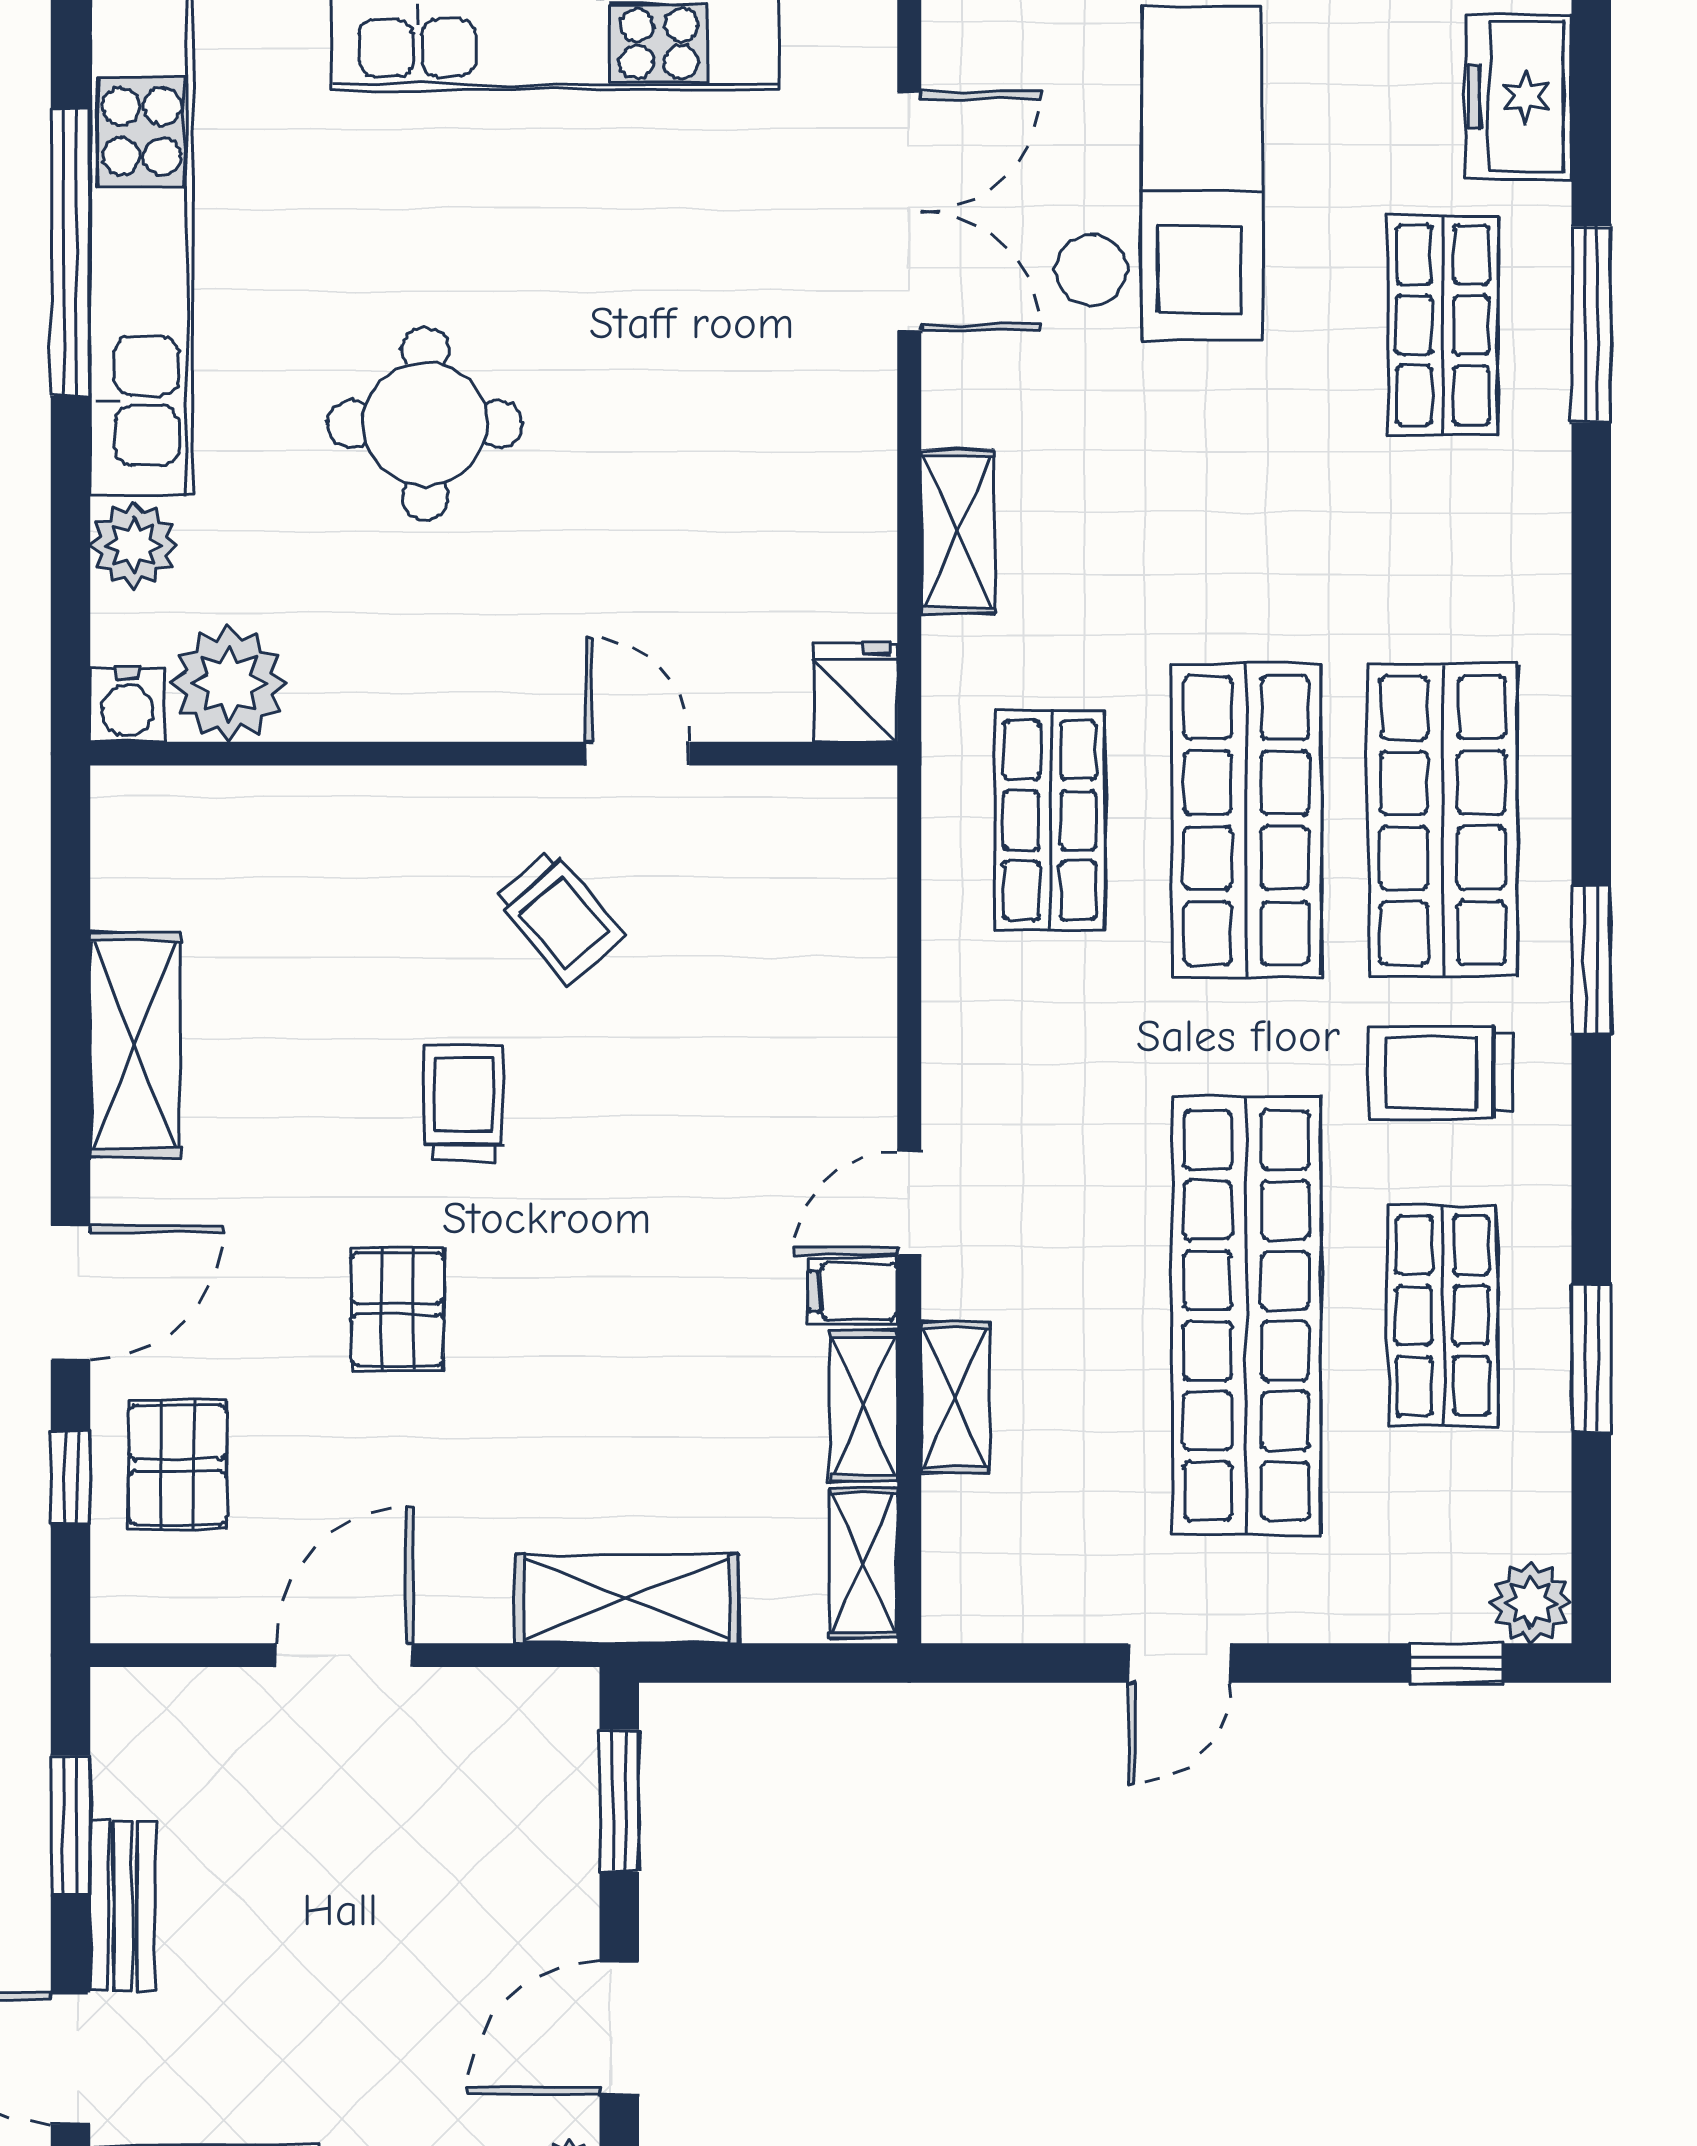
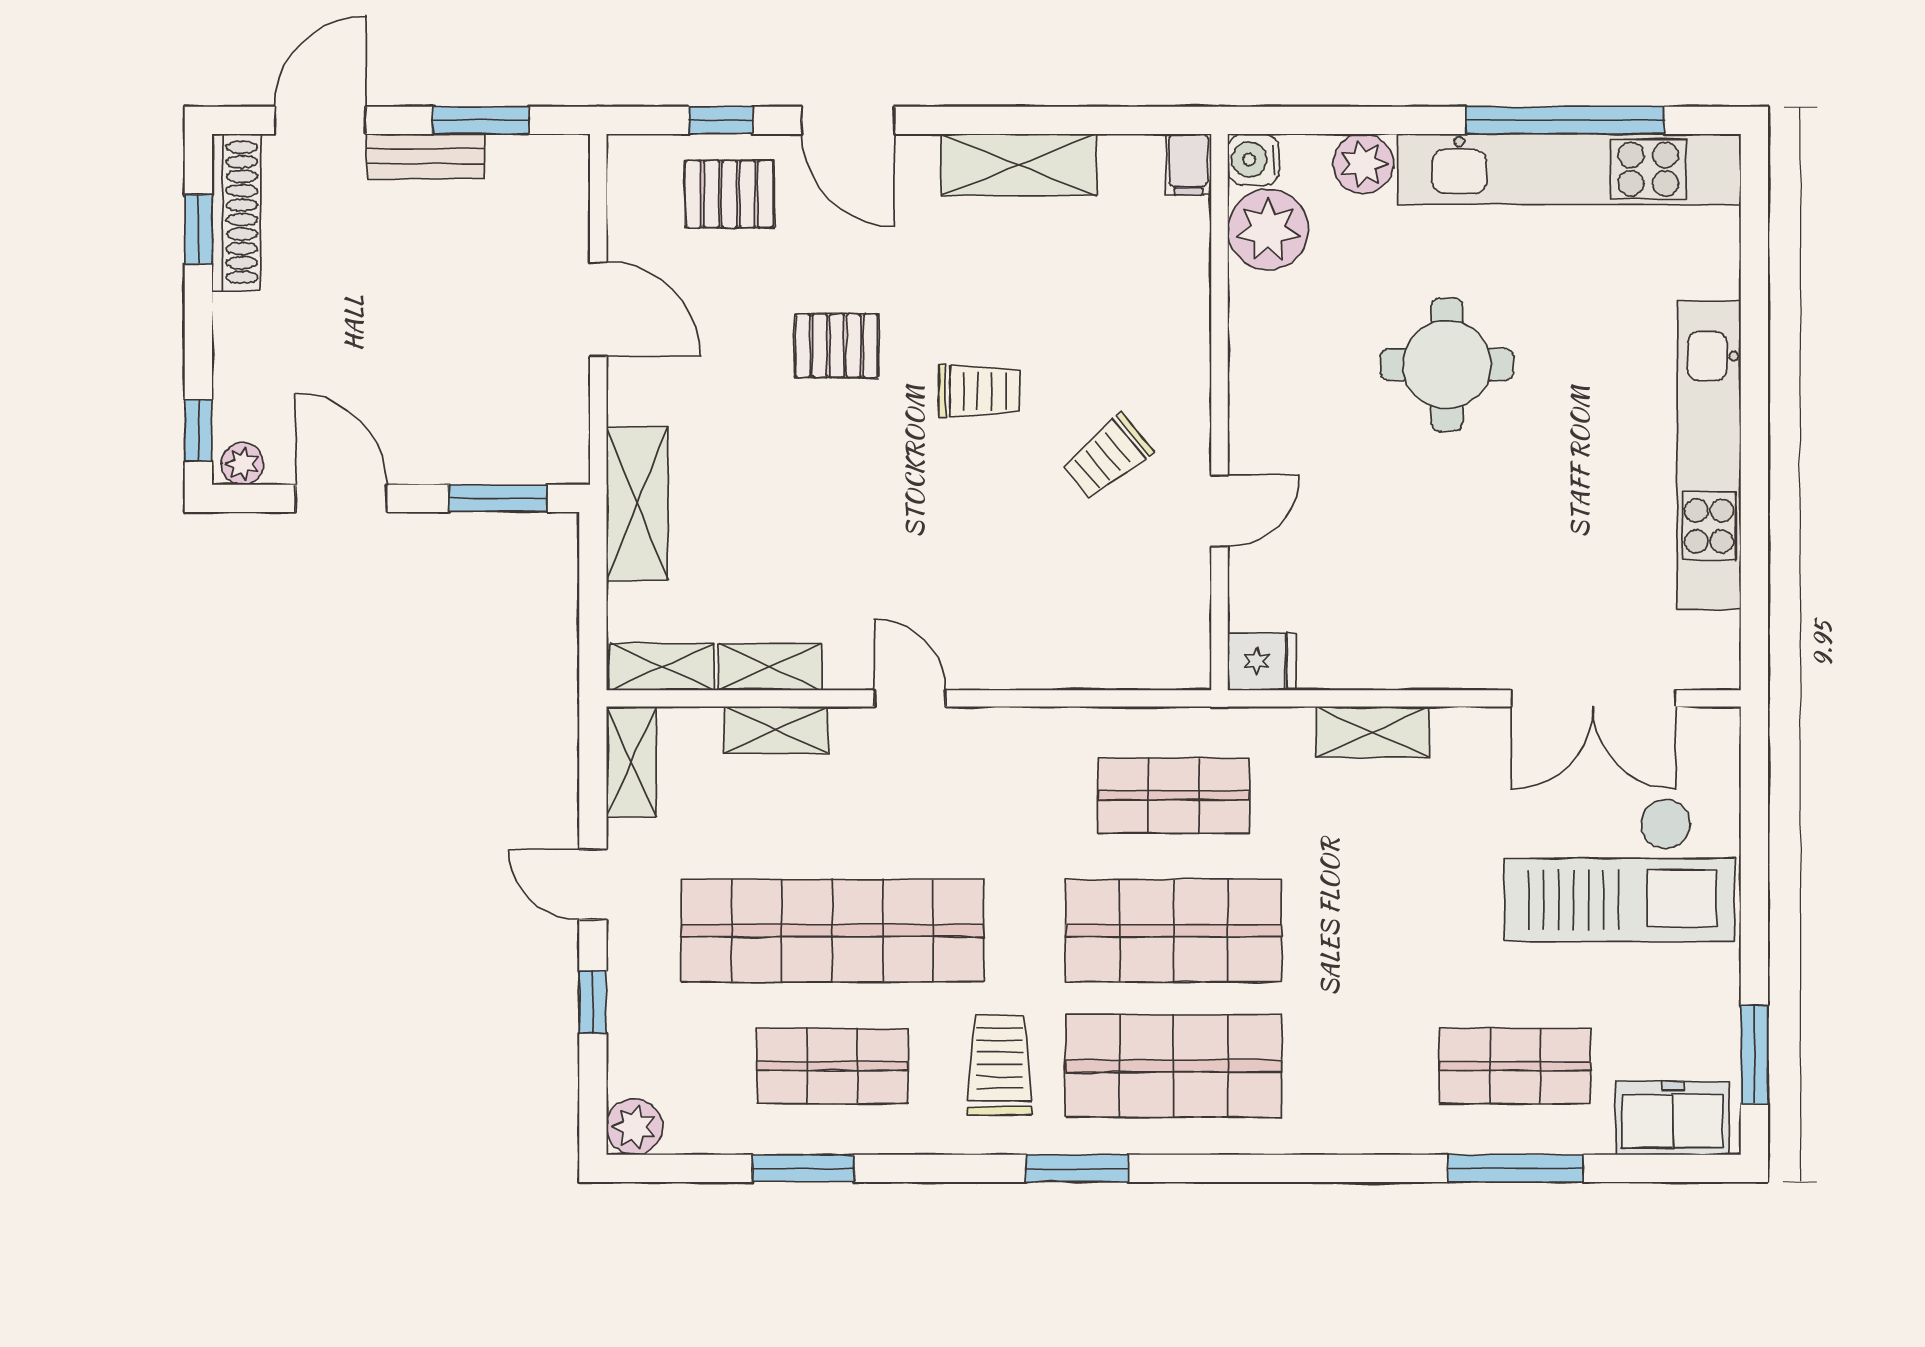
filing cabinet: (853, 1291) -> (1188, 164), moved, turned 180
shelving: (1002, 1607) -> (631, 762), added
window: (1456, 1663) -> (593, 1002), moved

